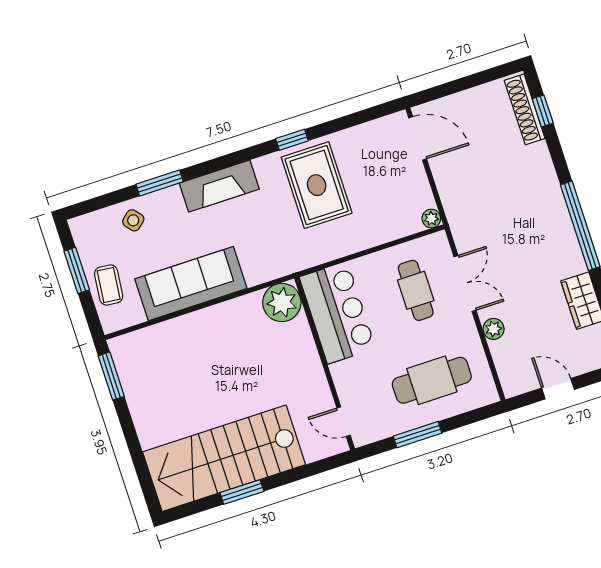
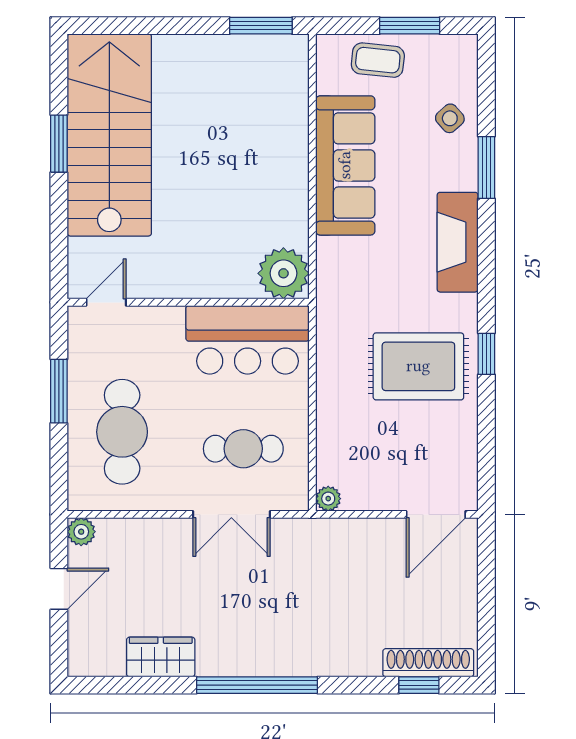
plant: (494, 329) -> (81, 532), moved

